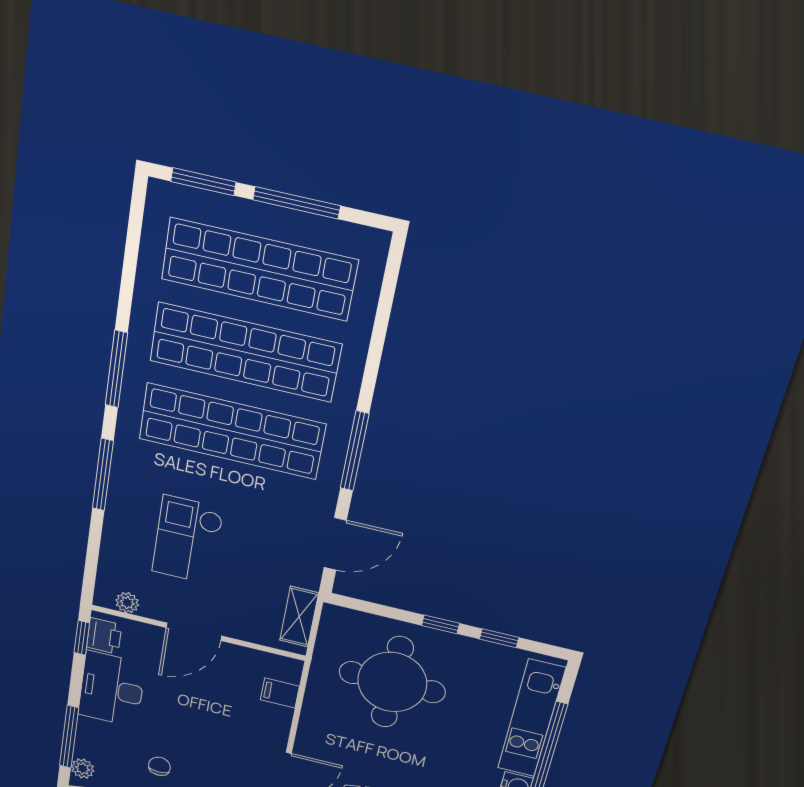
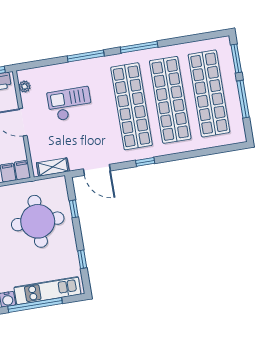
window: (355, 451) -> (145, 162), width x0.46
window: (441, 624) -> (74, 209), moved
filing cabinet: (284, 668) -> (22, 170), added

